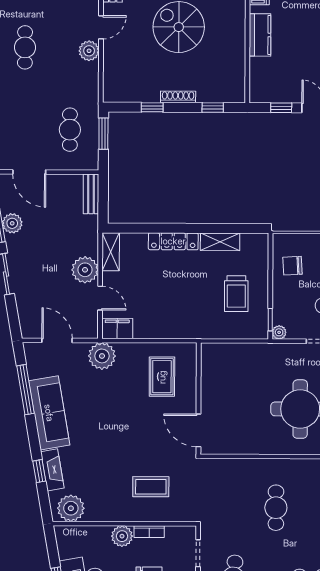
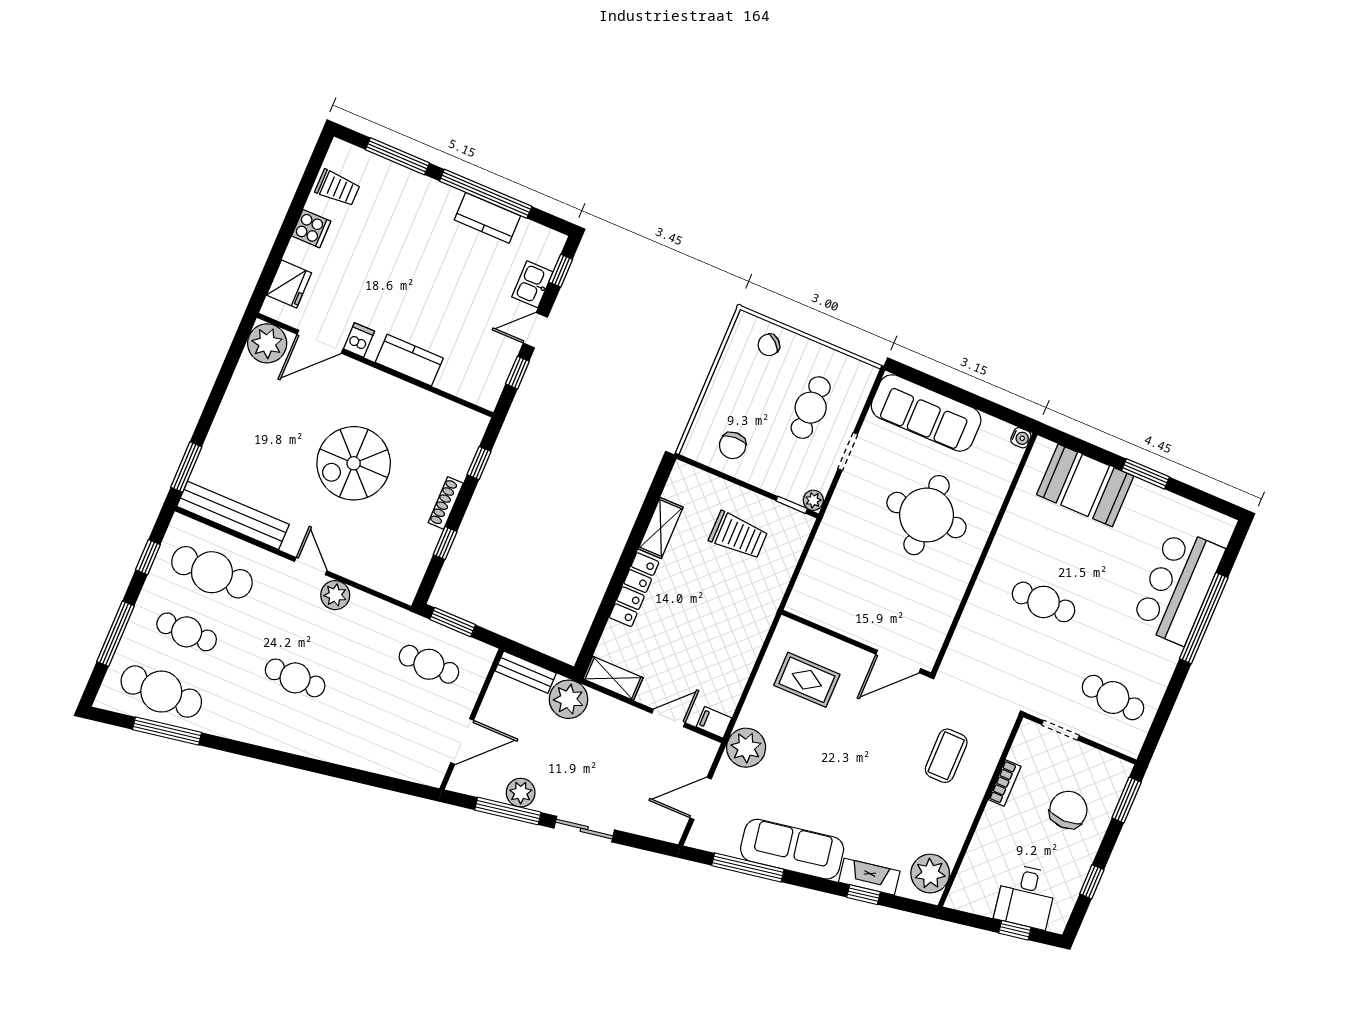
plant: (85, 270) -> (568, 699), moved
filing cabinet: (117, 329) -> (714, 722), width x0.50
plant: (122, 536) -> (996, 821), removed

